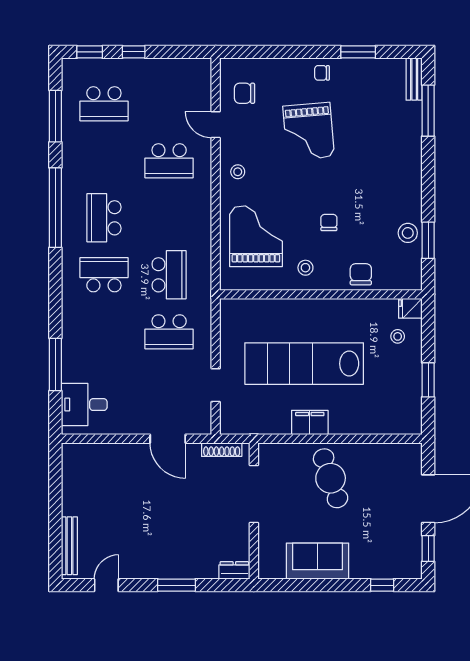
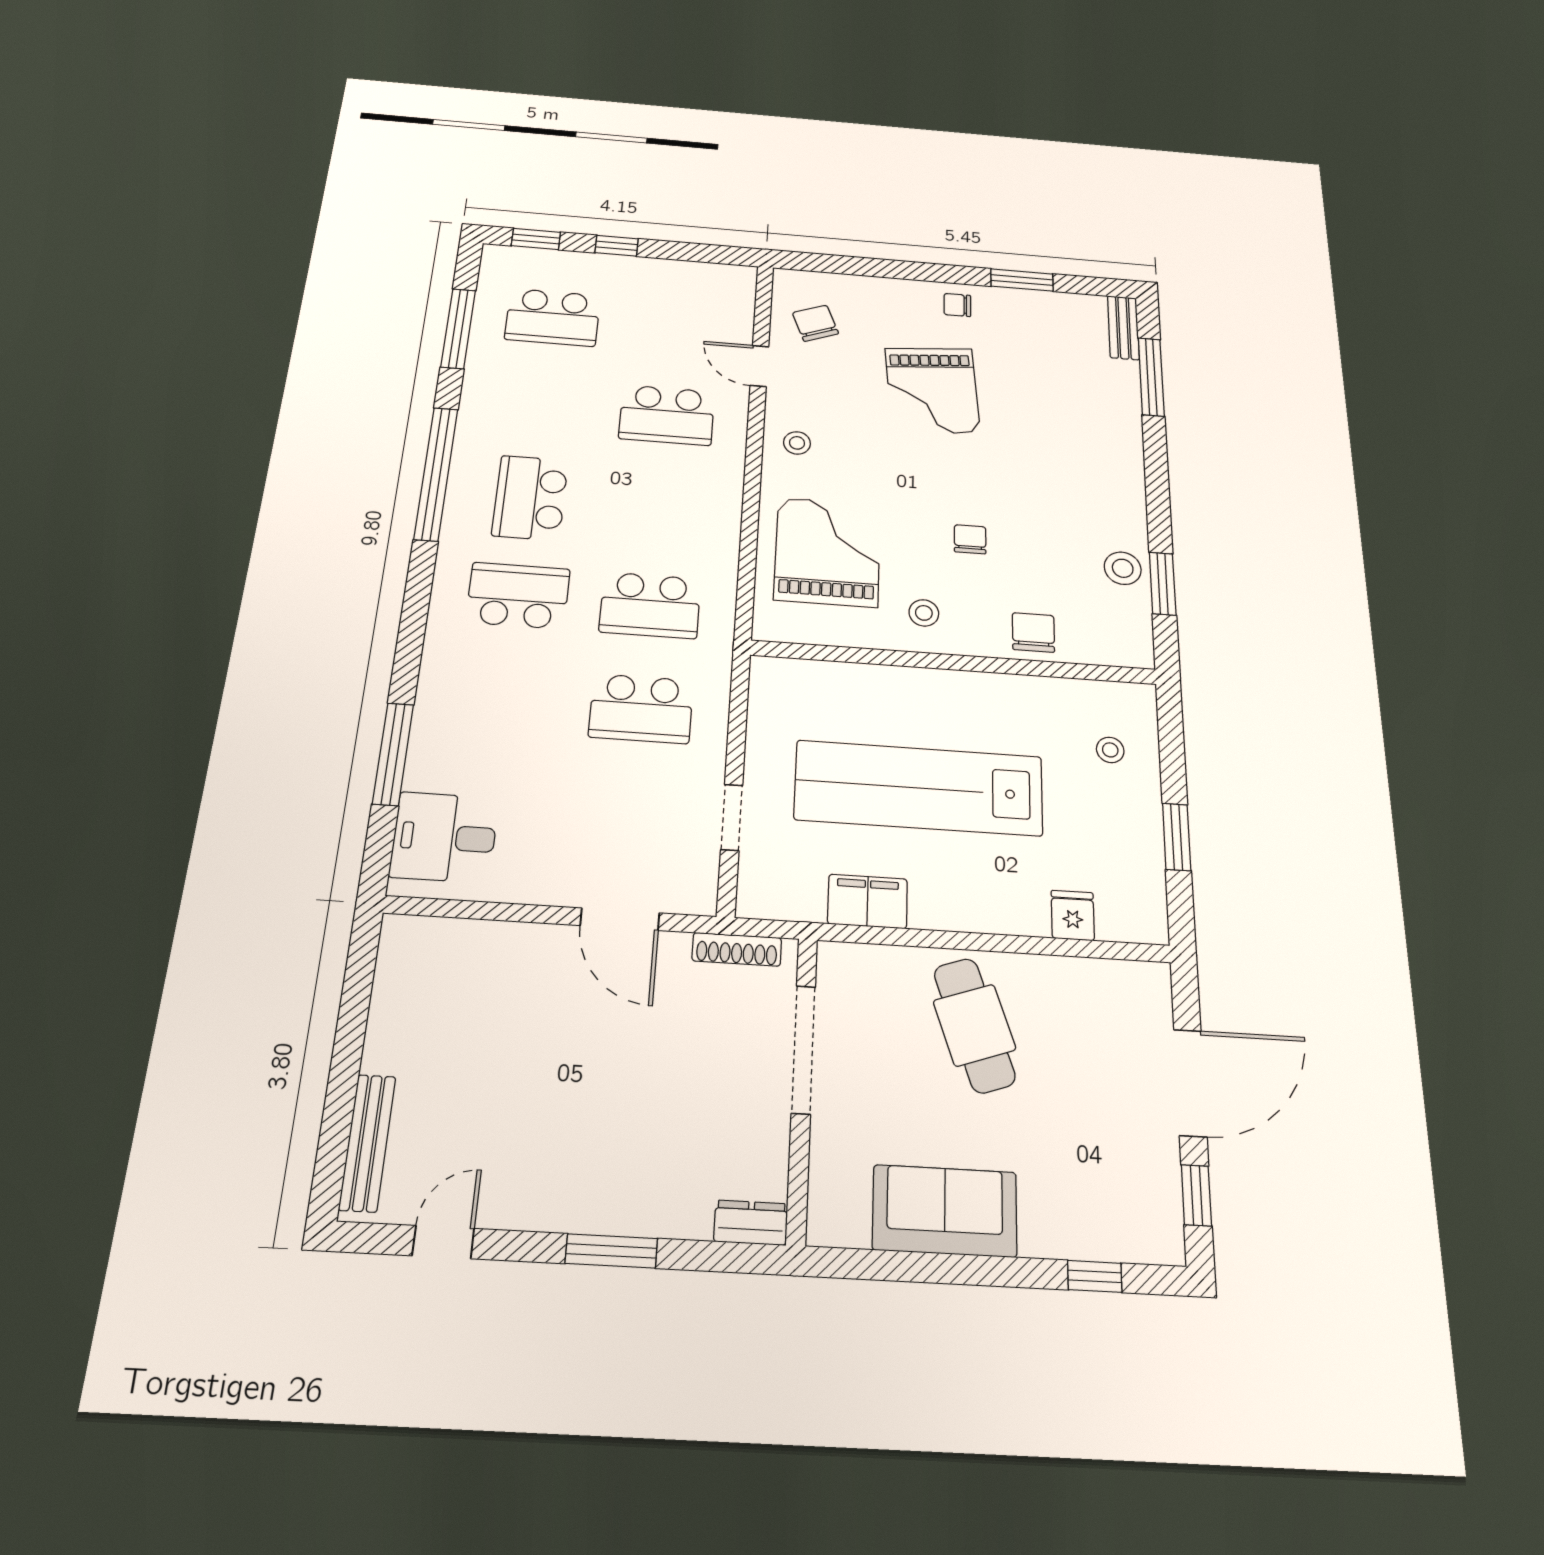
chair: (245, 93) -> (815, 323), turned 69
school desk: (169, 275) -> (650, 605), turned 90
fridge: (410, 308) -> (1073, 915), moved, turned 90
filing cabinet: (310, 423) -> (868, 901), moved

